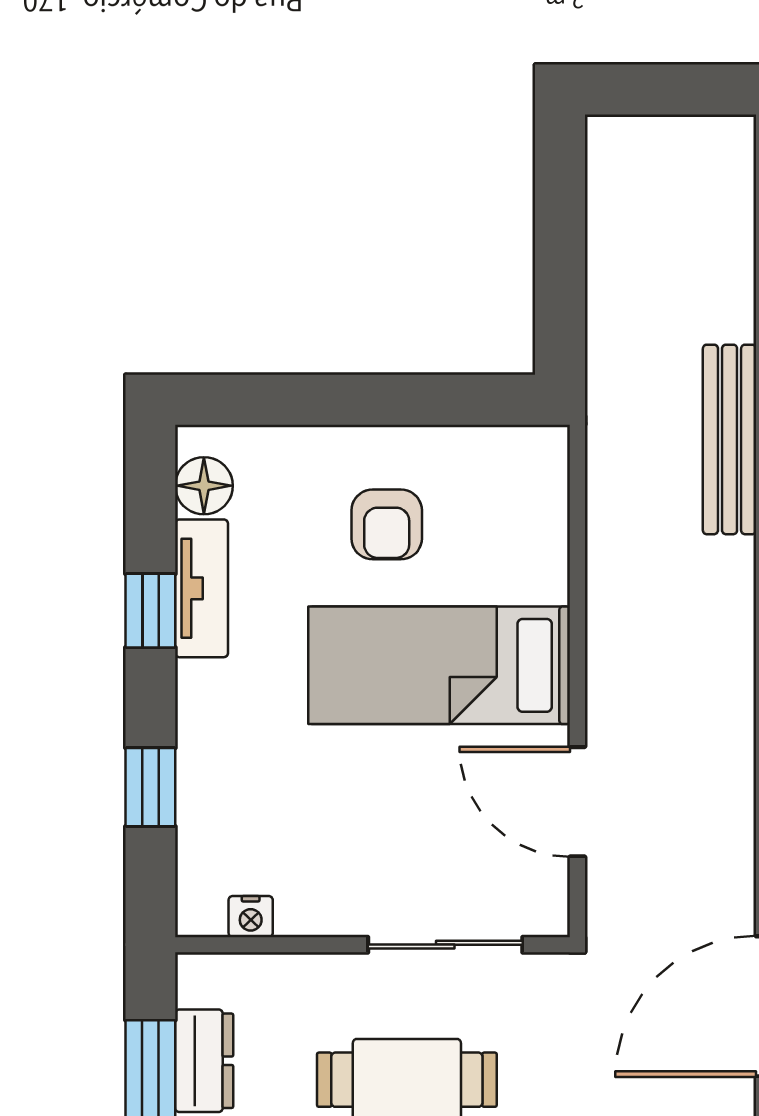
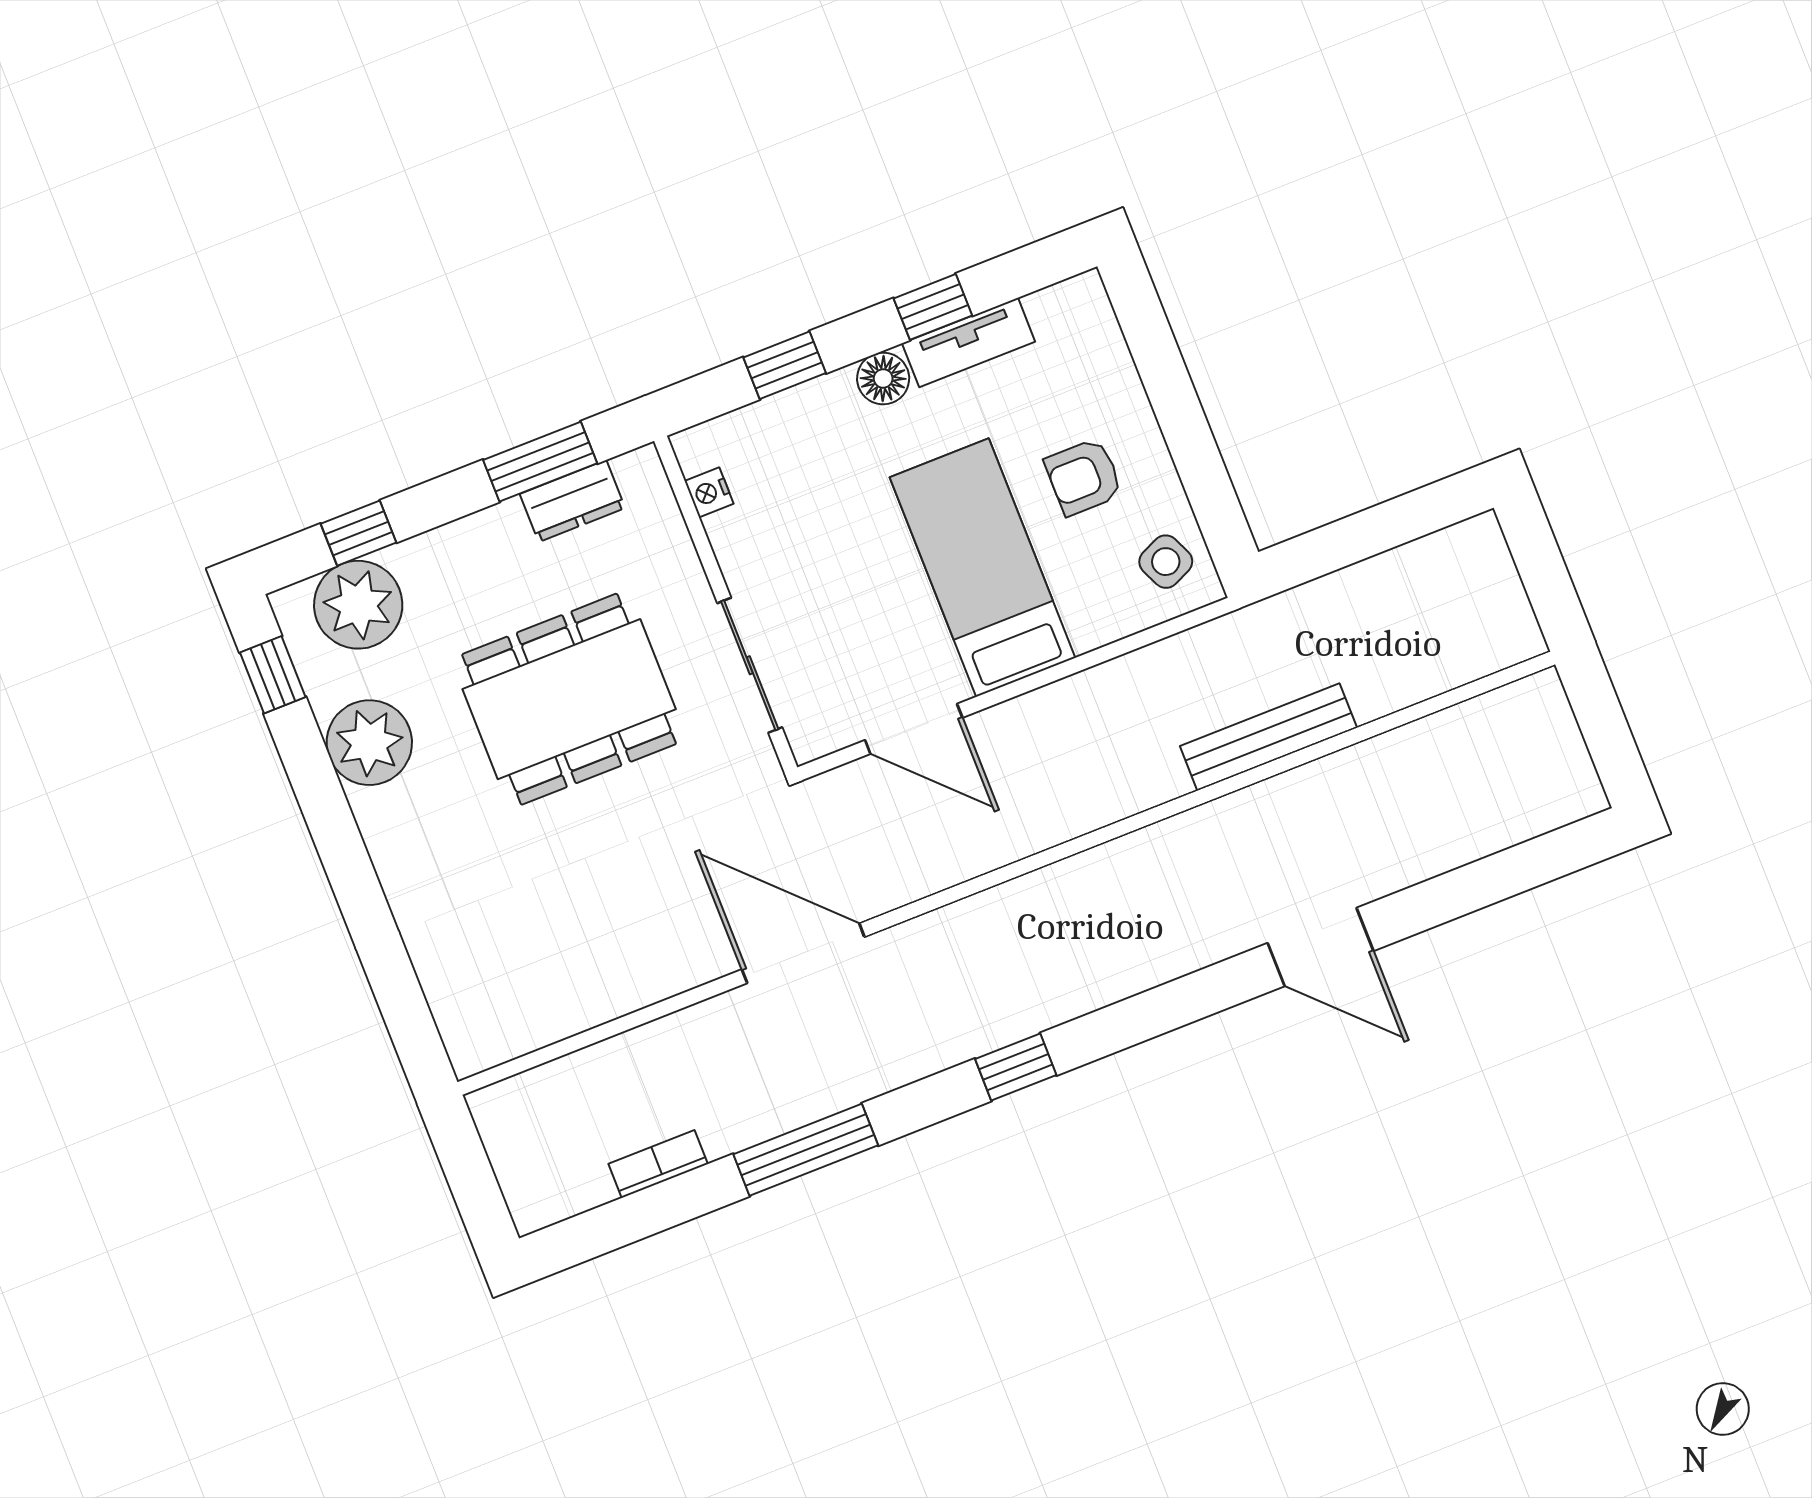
side table: (507, 474) -> (1166, 562), added
floor lamp: (204, 486) -> (883, 378), moved
door: (577, 802) -> (914, 729), swing flipped

